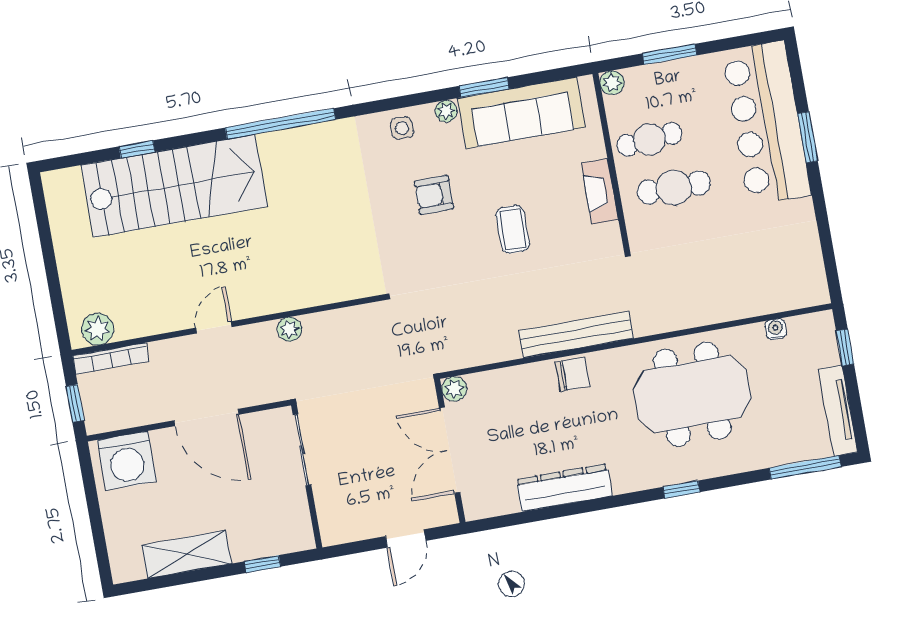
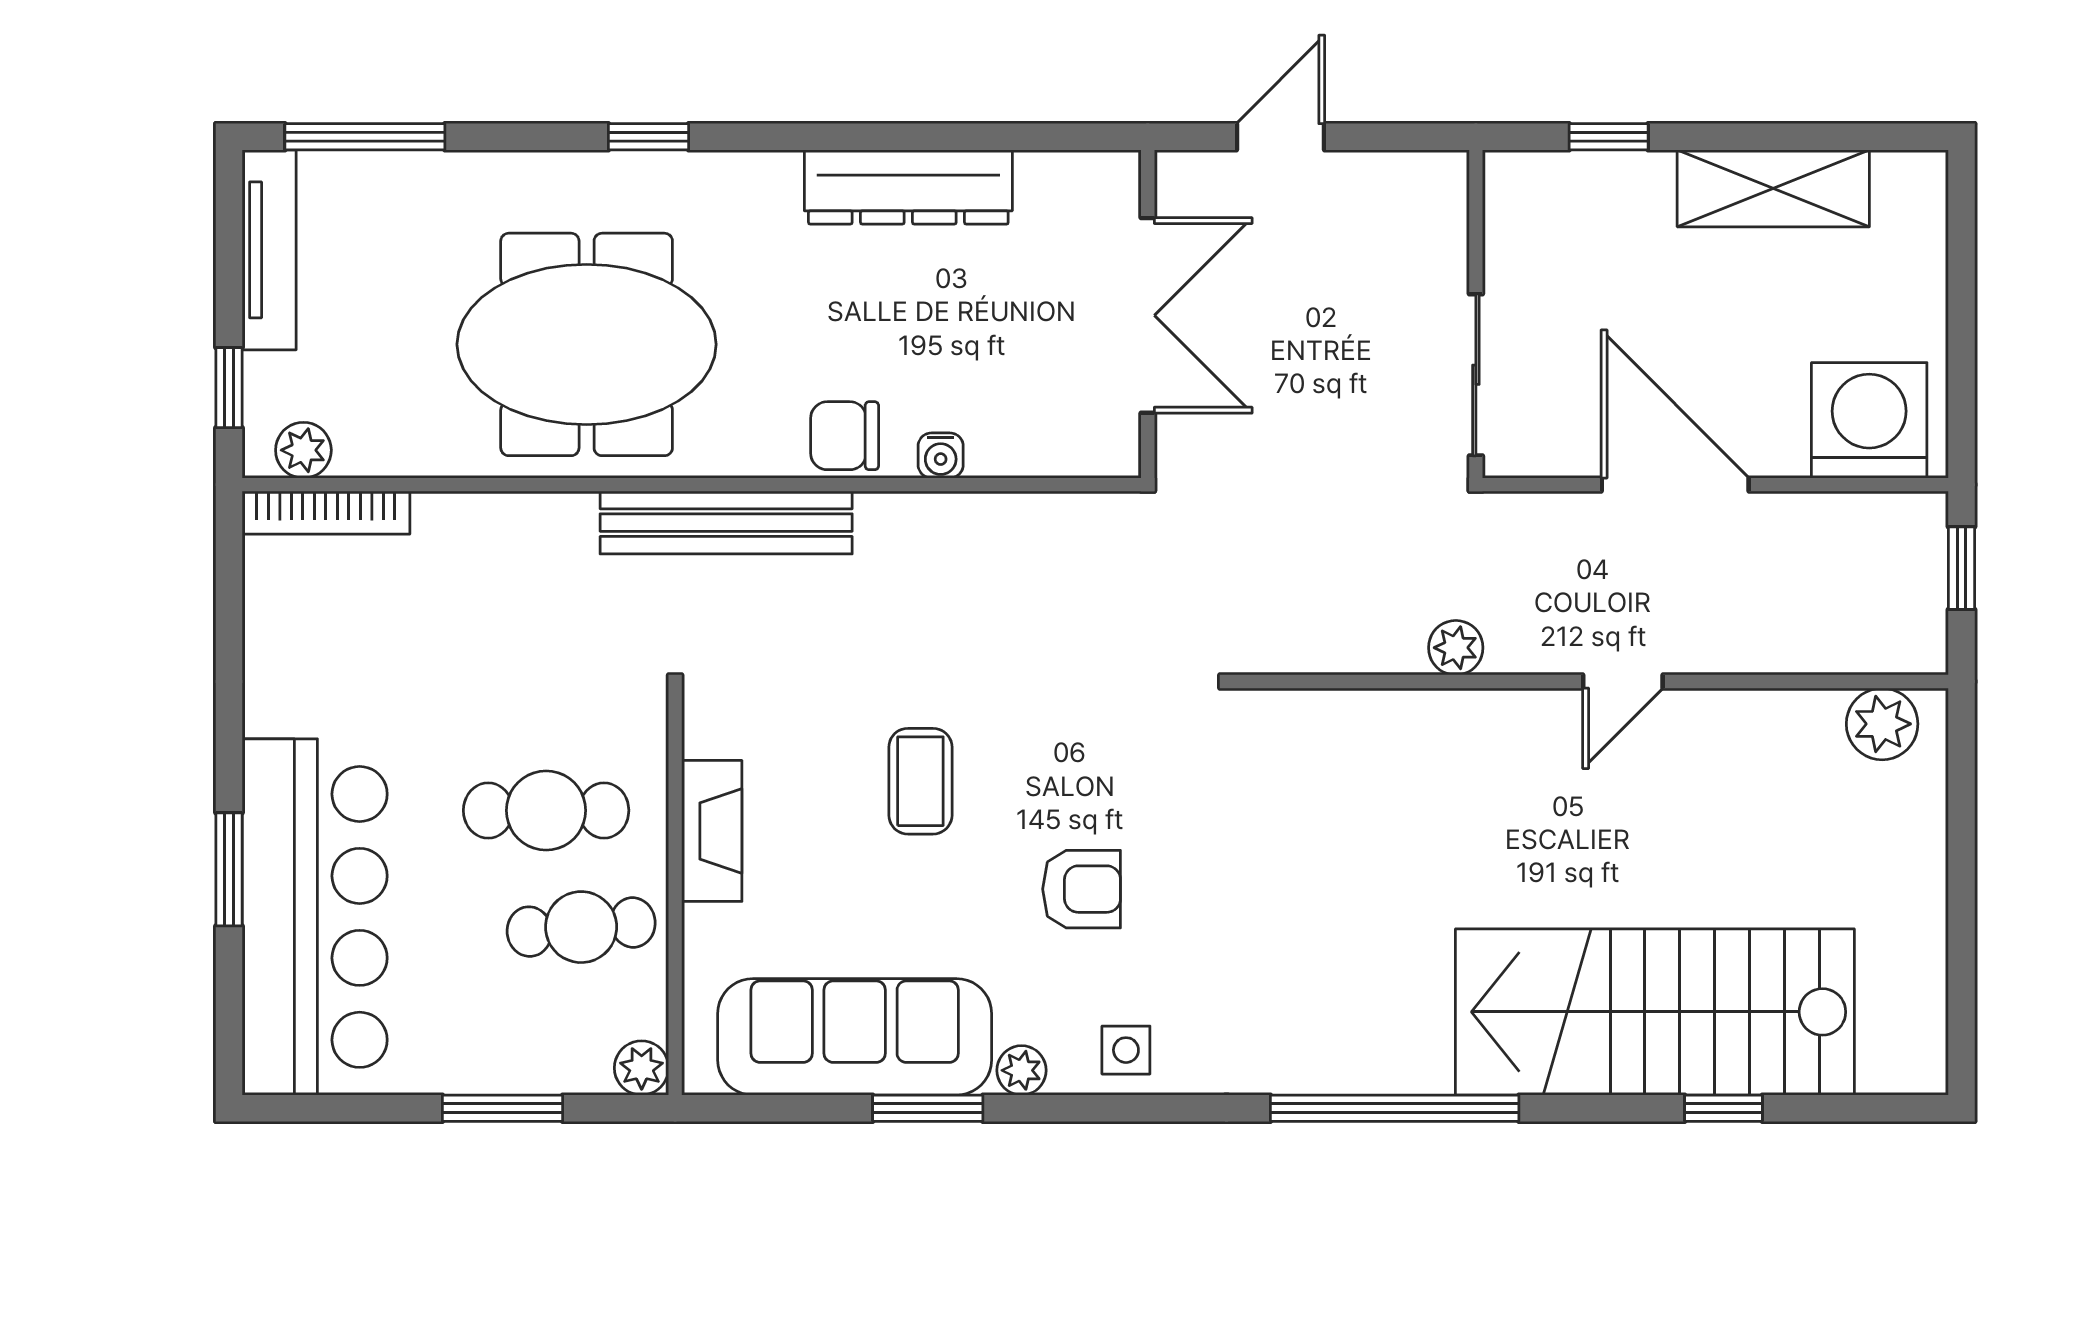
water cooler: (776, 329) -> (941, 455), moved
bench: (576, 335) -> (726, 523), moved
bookcase: (111, 358) -> (326, 513), moved, turned 180
plant: (454, 389) -> (303, 450), moved

